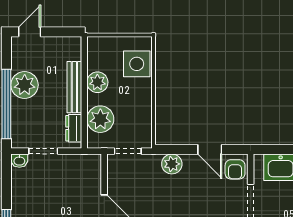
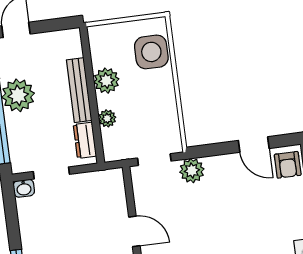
plant: (100, 119) -> (107, 118), width x0.53, depth x0.53
plant: (172, 164) -> (192, 171), moved

